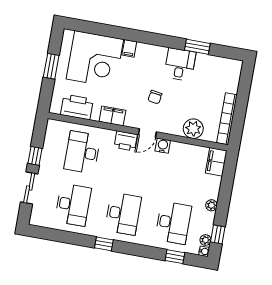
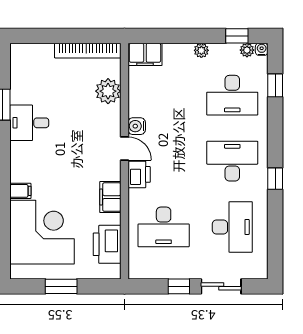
chair: (155, 97) -> (77, 147), removed
desk: (73, 205) -> (232, 227), turned 90
desk: (173, 223) -> (232, 95), turned 180

